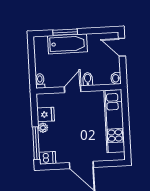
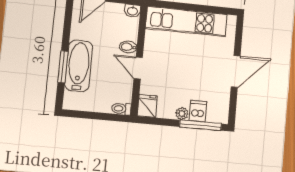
fridge: (46, 114) -> (147, 106), moved
dishwasher: (47, 158) -> (198, 111), moved

